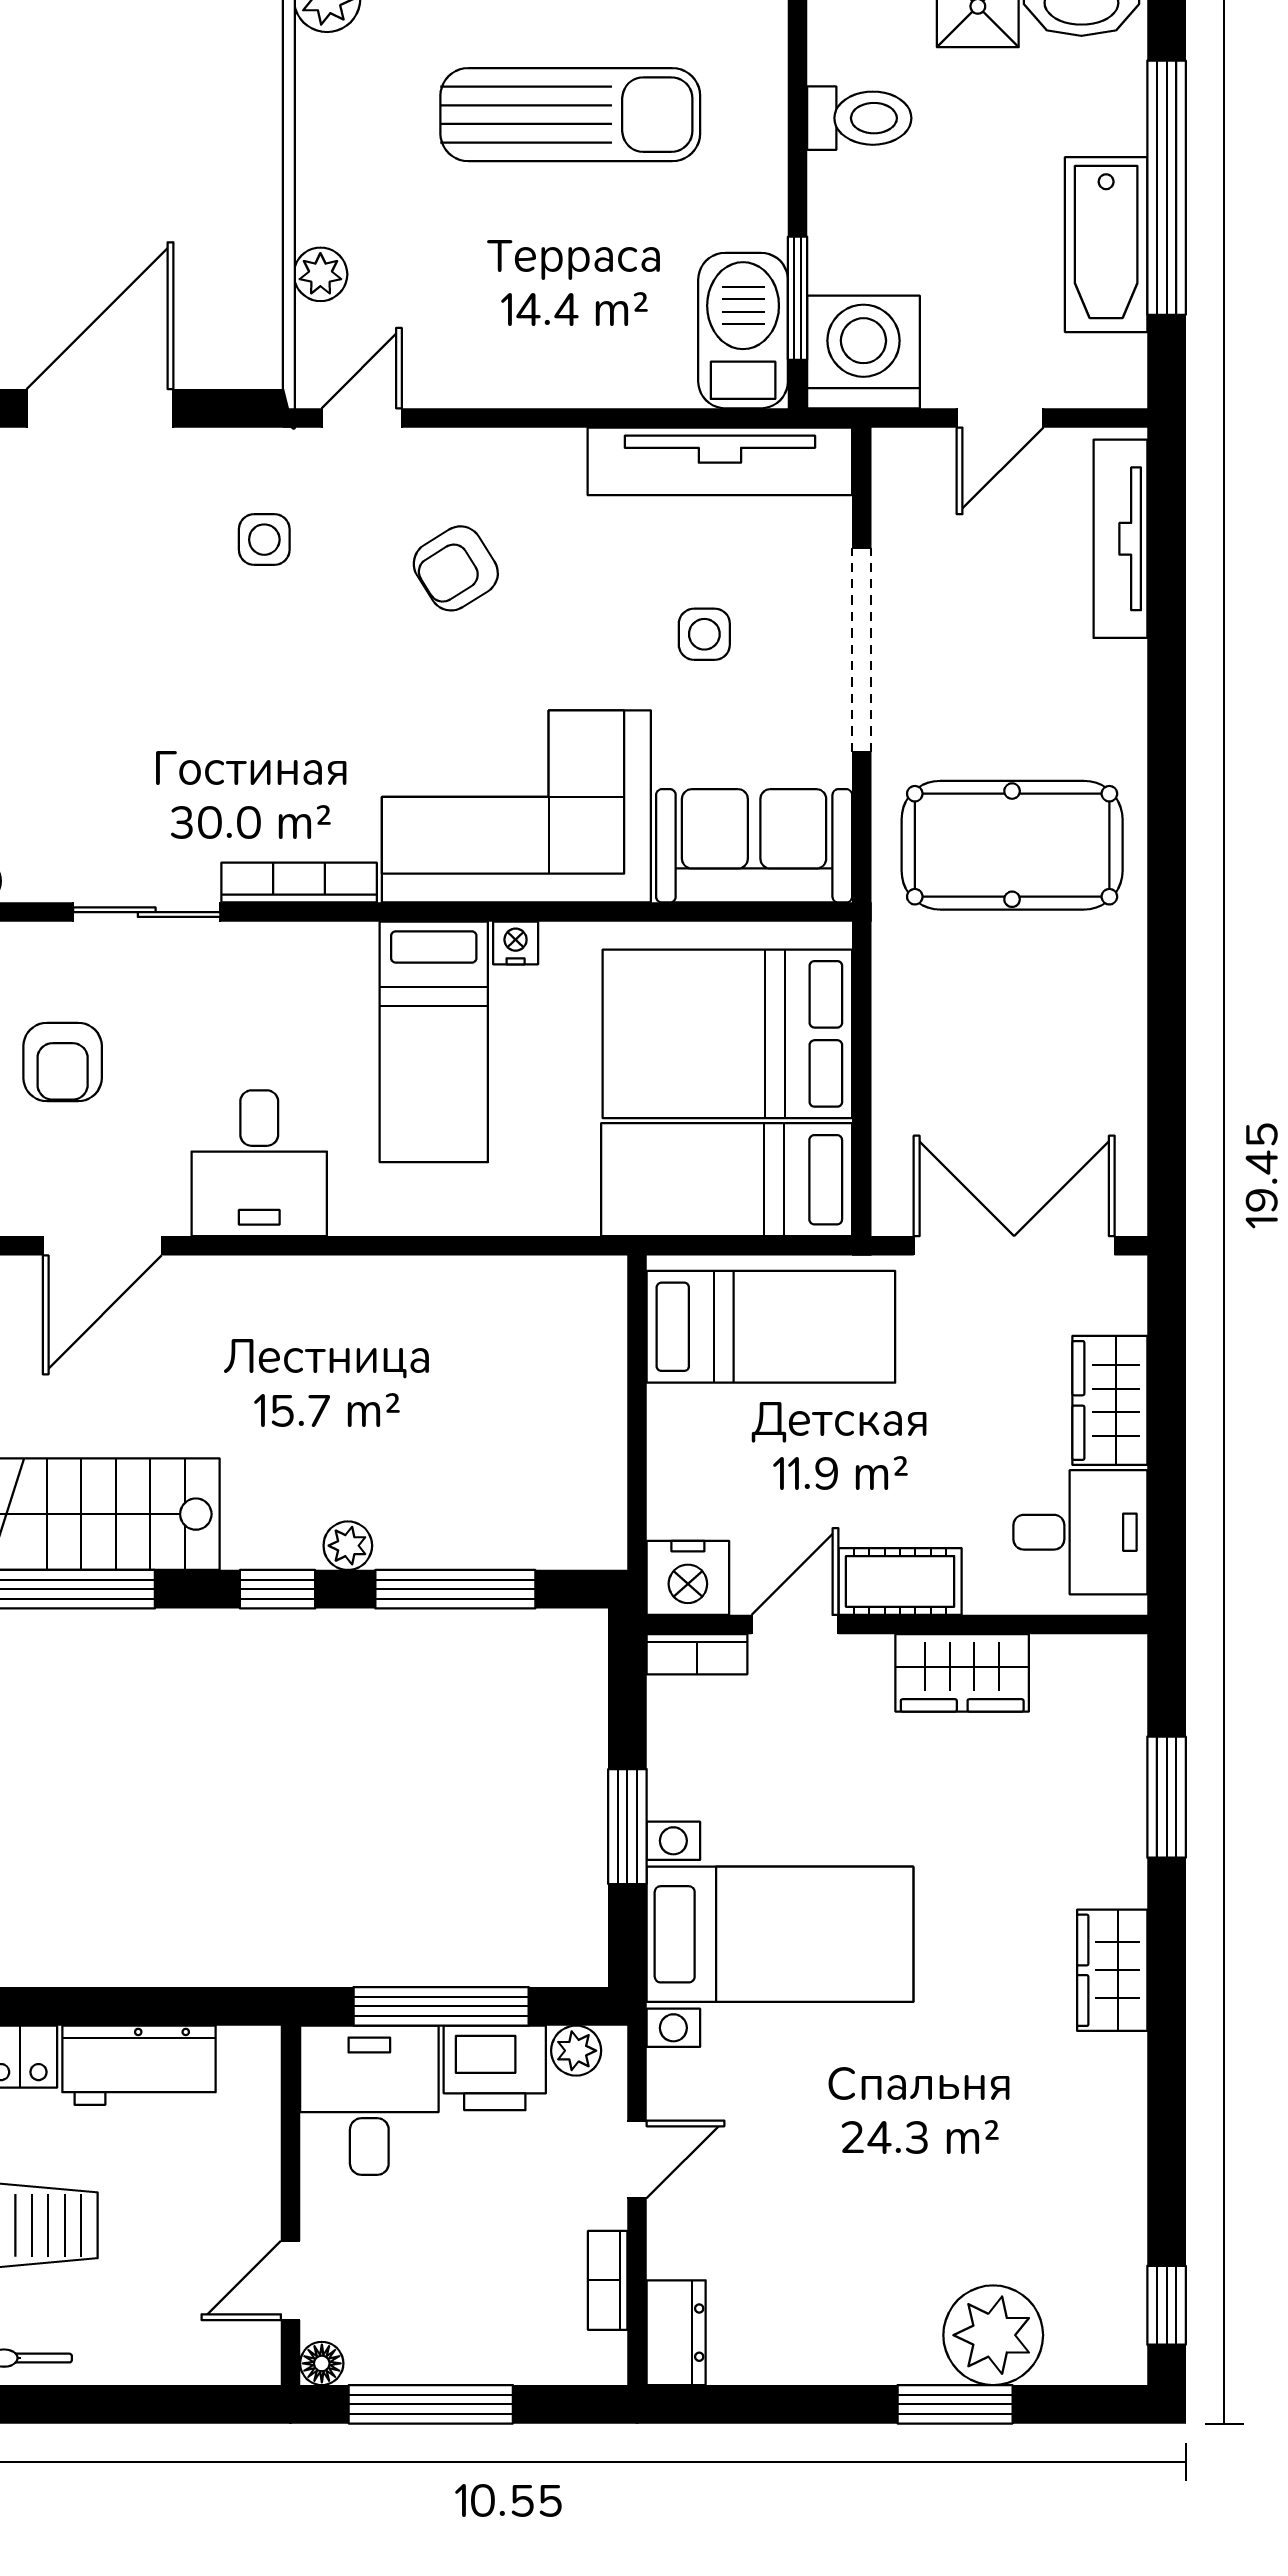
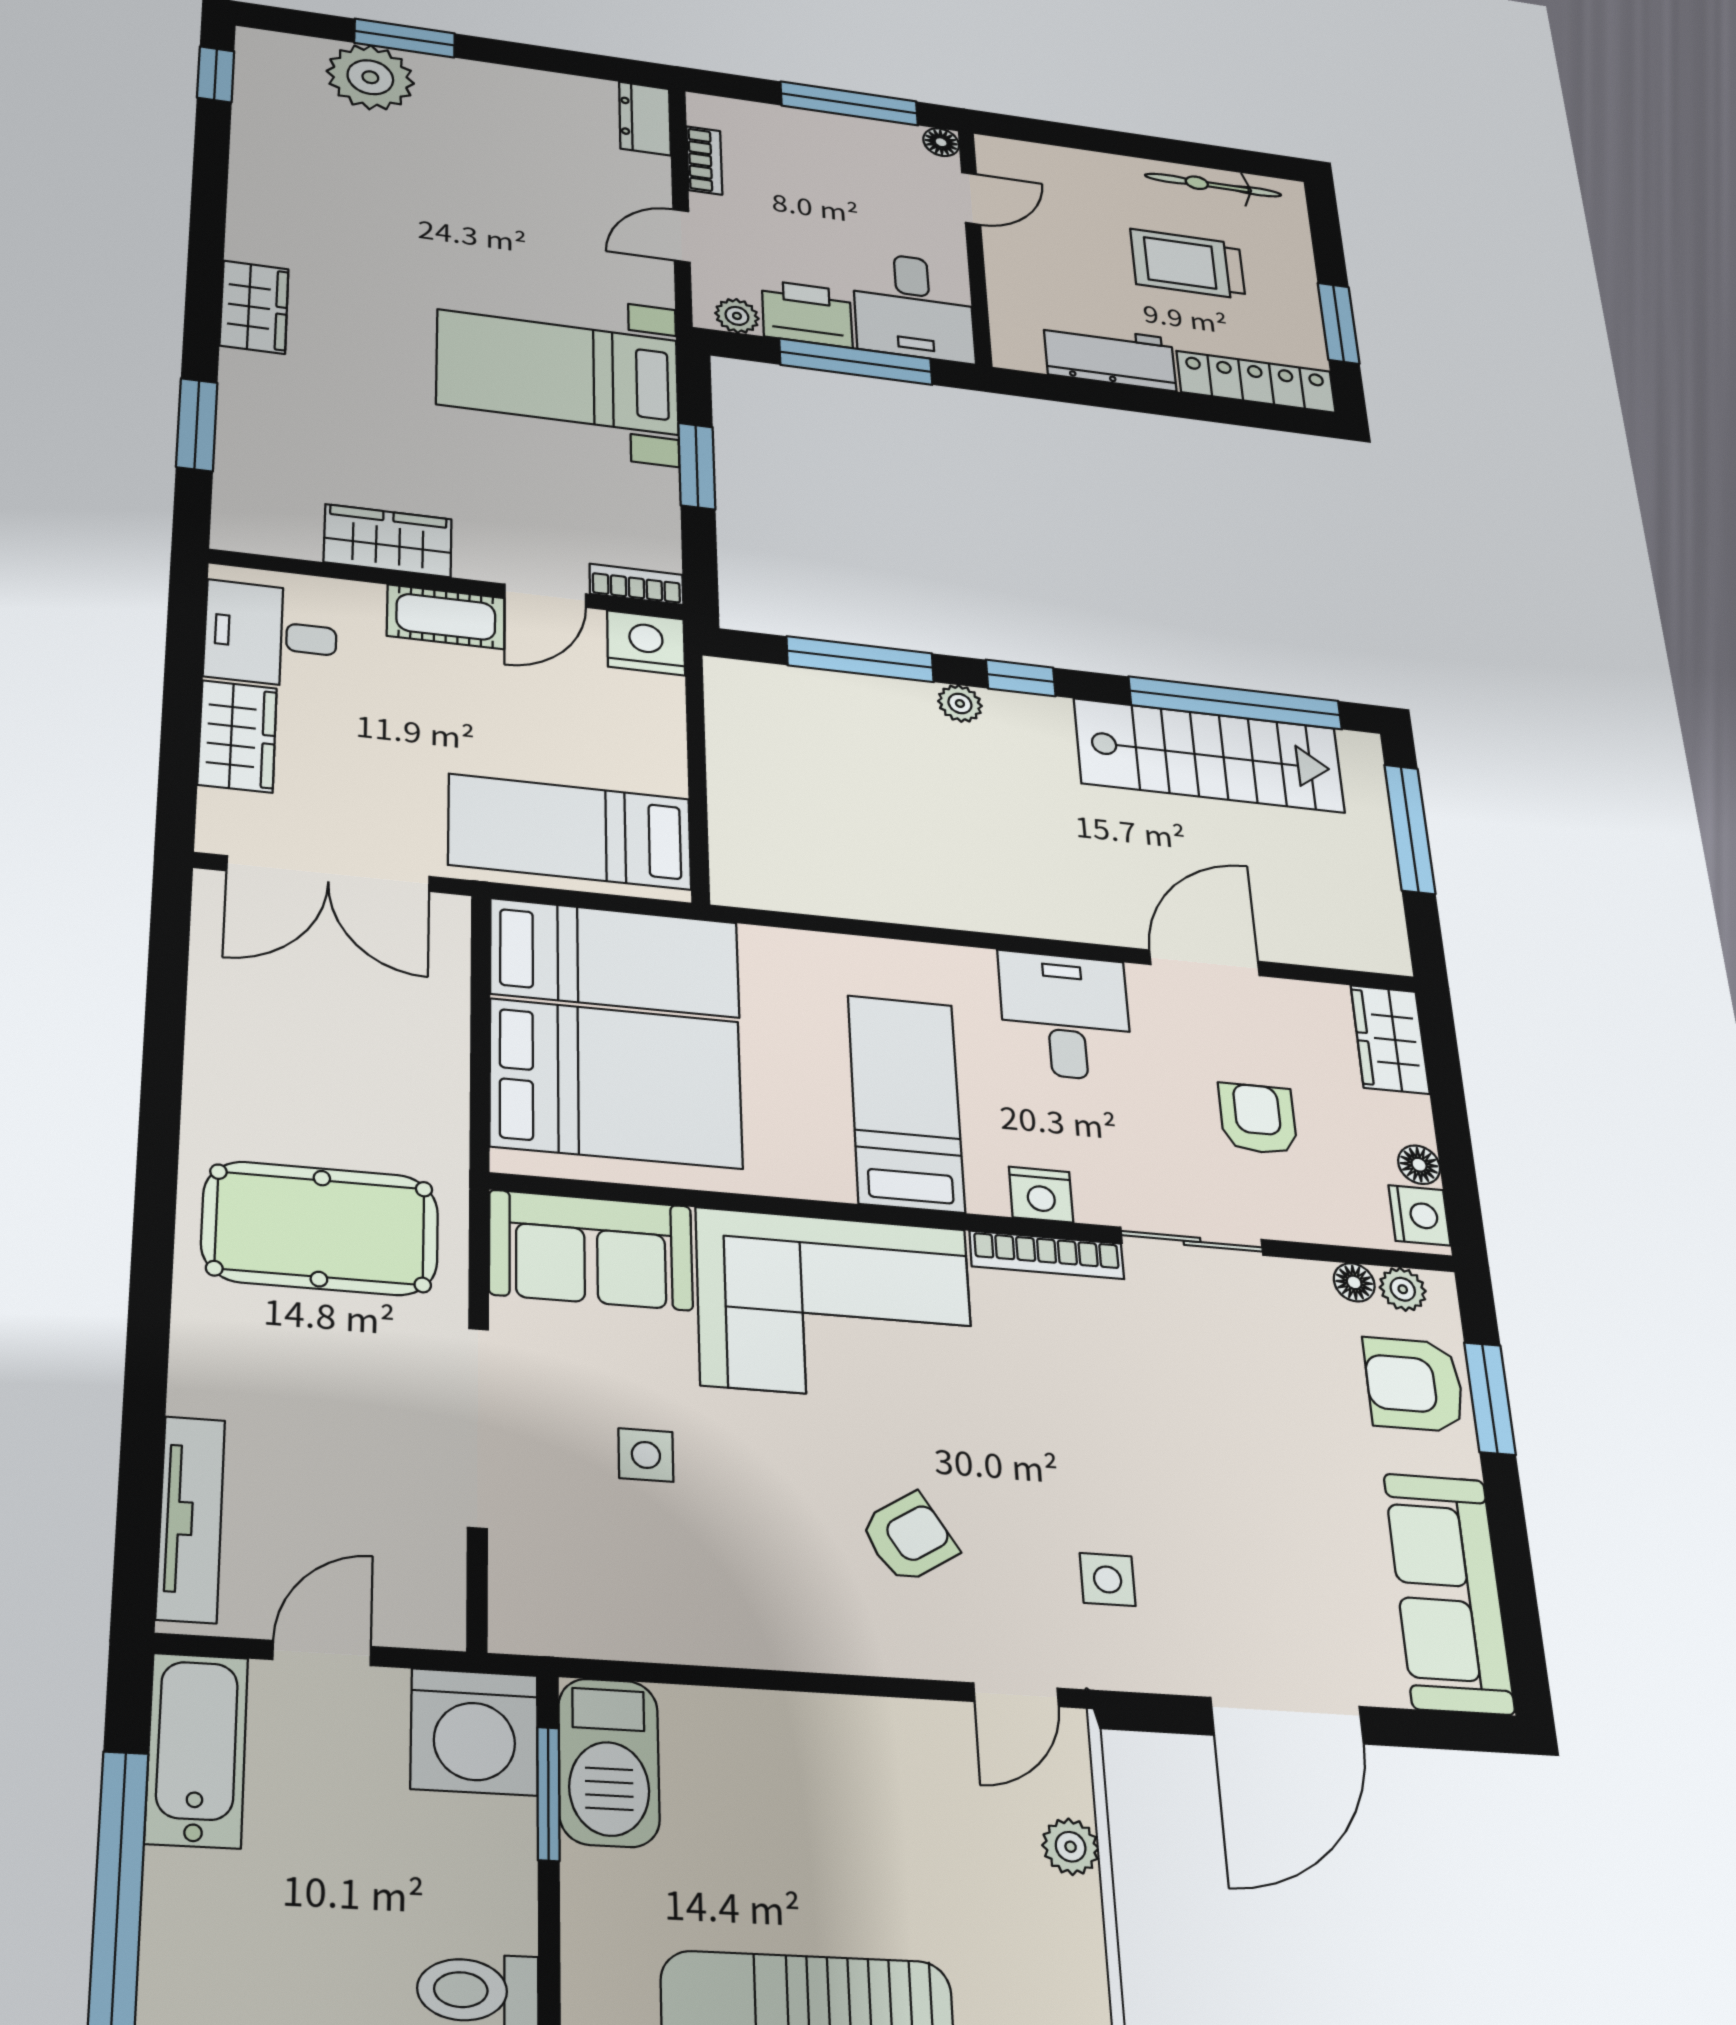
bathtub: (1106, 245) -> (197, 1750), moved
tv unit: (720, 461) -> (632, 1627), removed
nightstand: (516, 943) -> (1041, 1195), moved, width x1.39, depth x1.35

